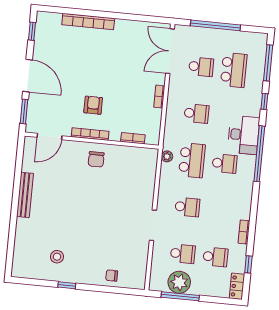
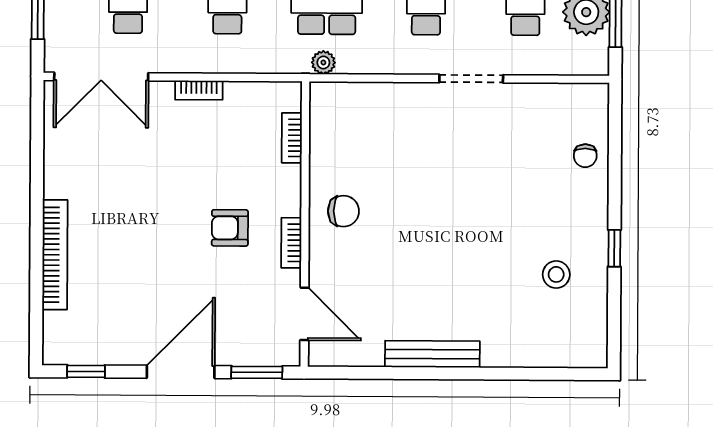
bookcase: (90, 134) -> (291, 243), width x0.64

